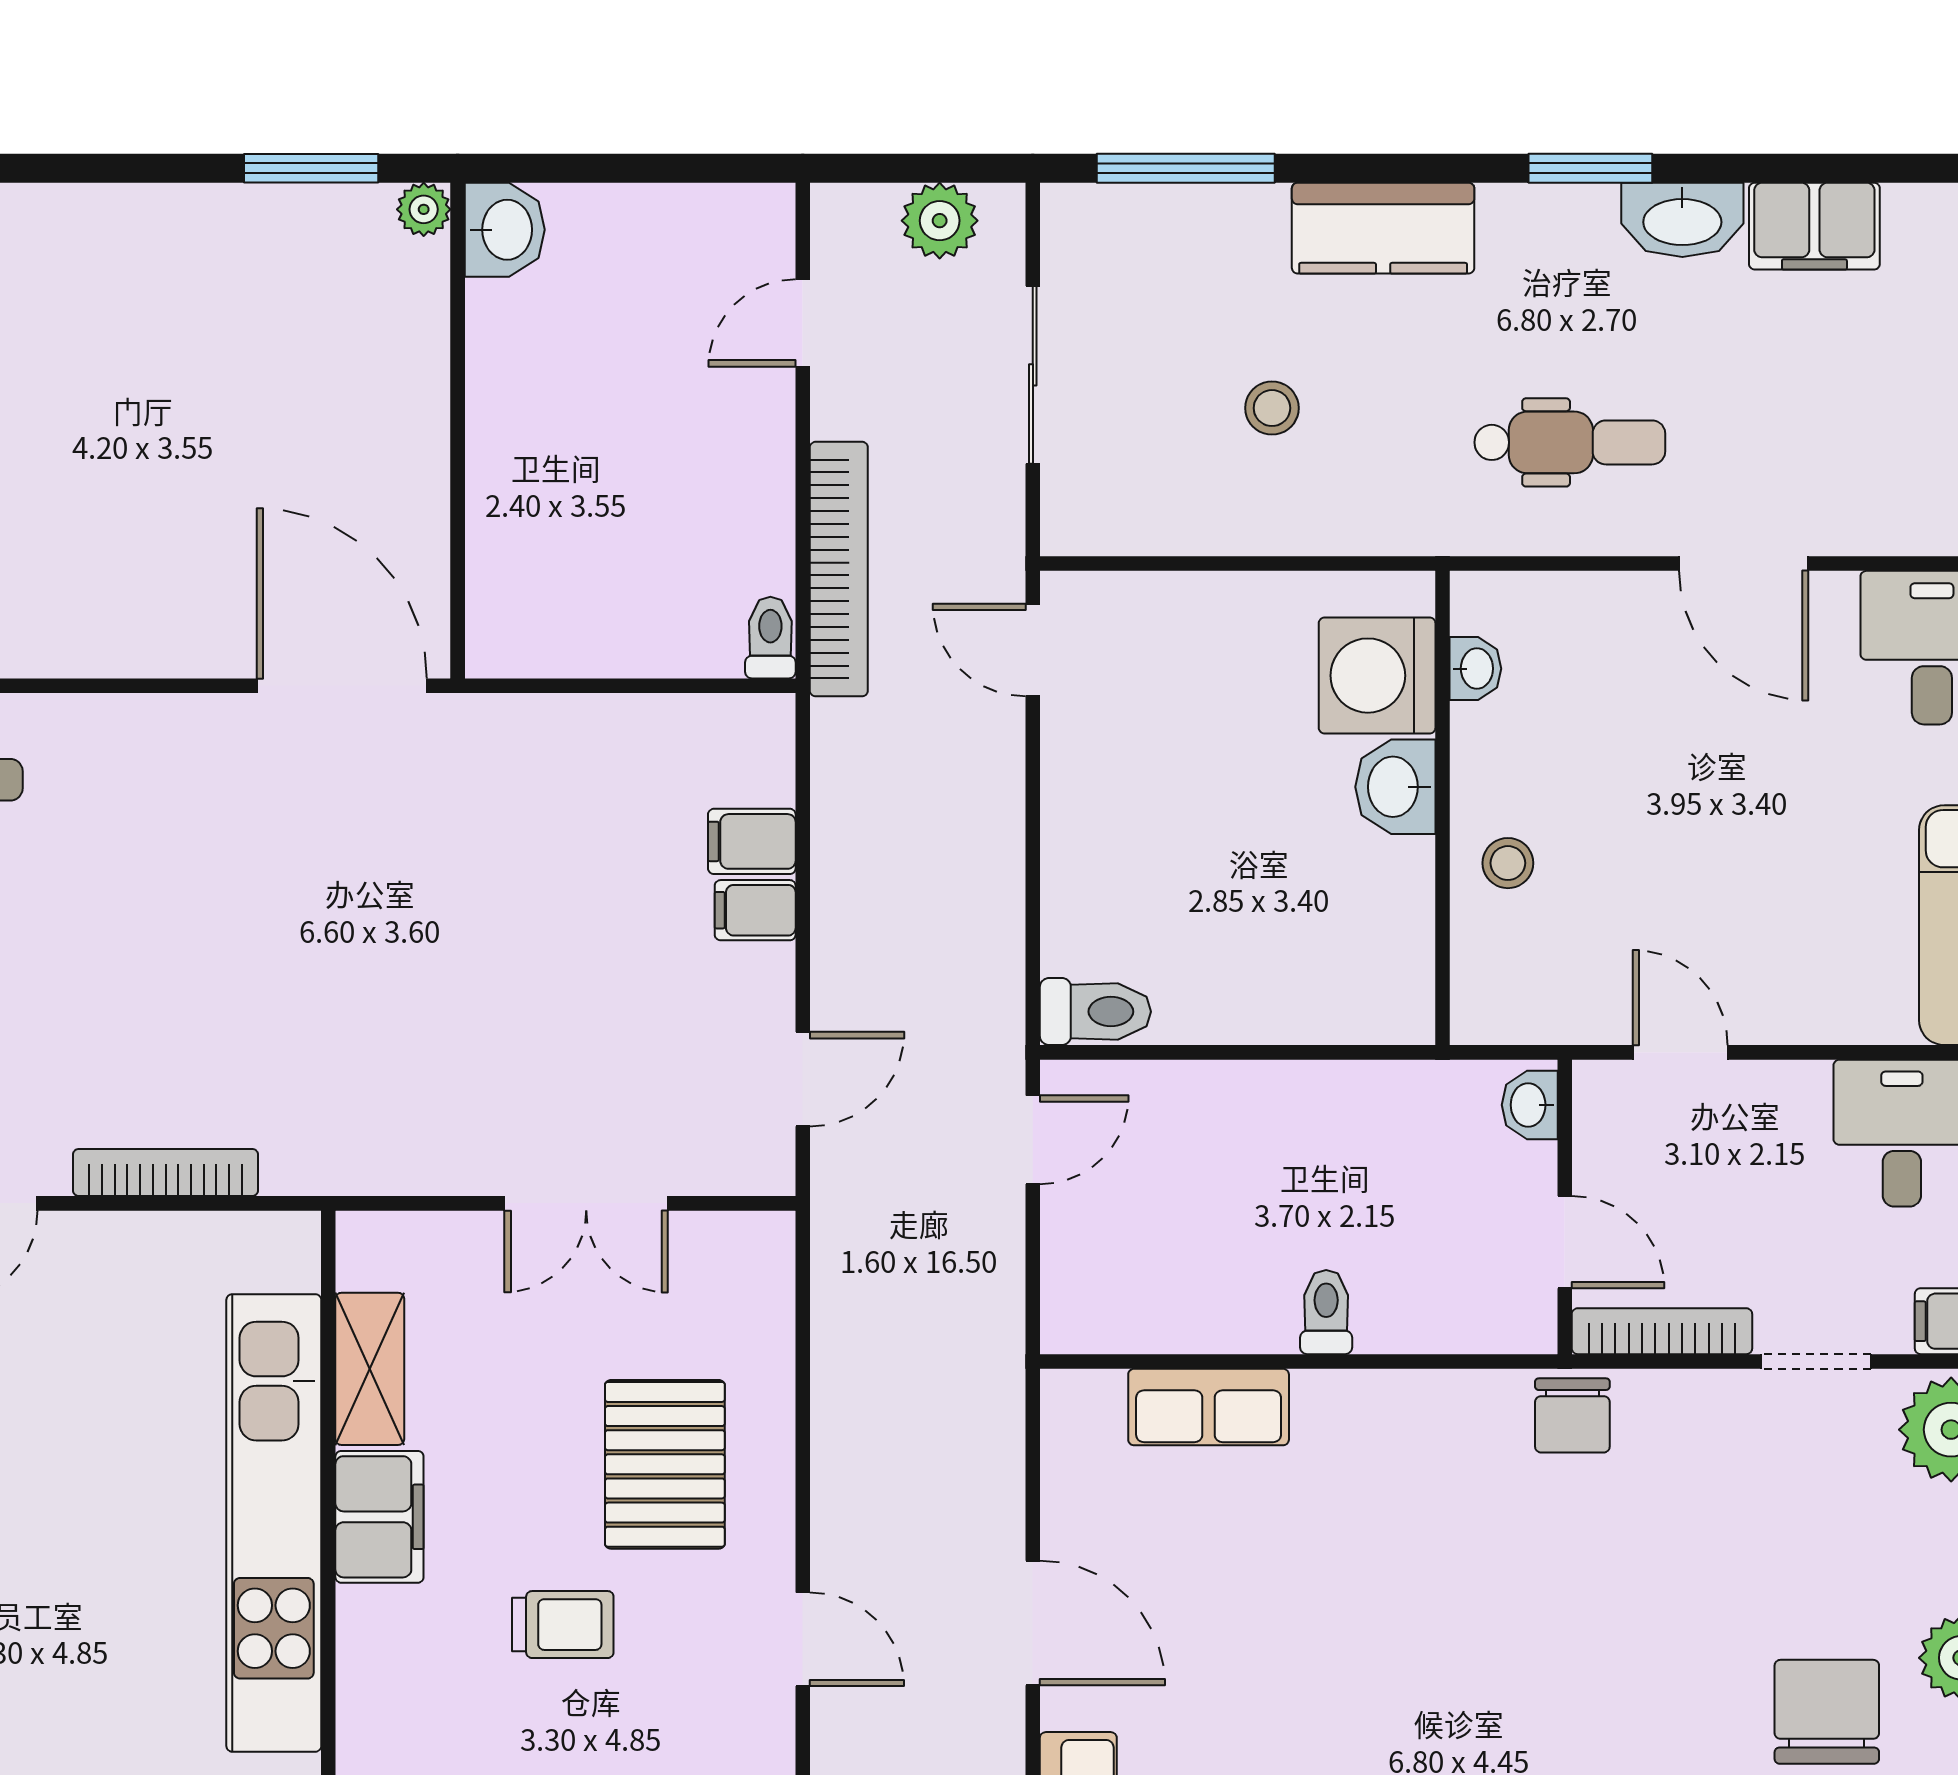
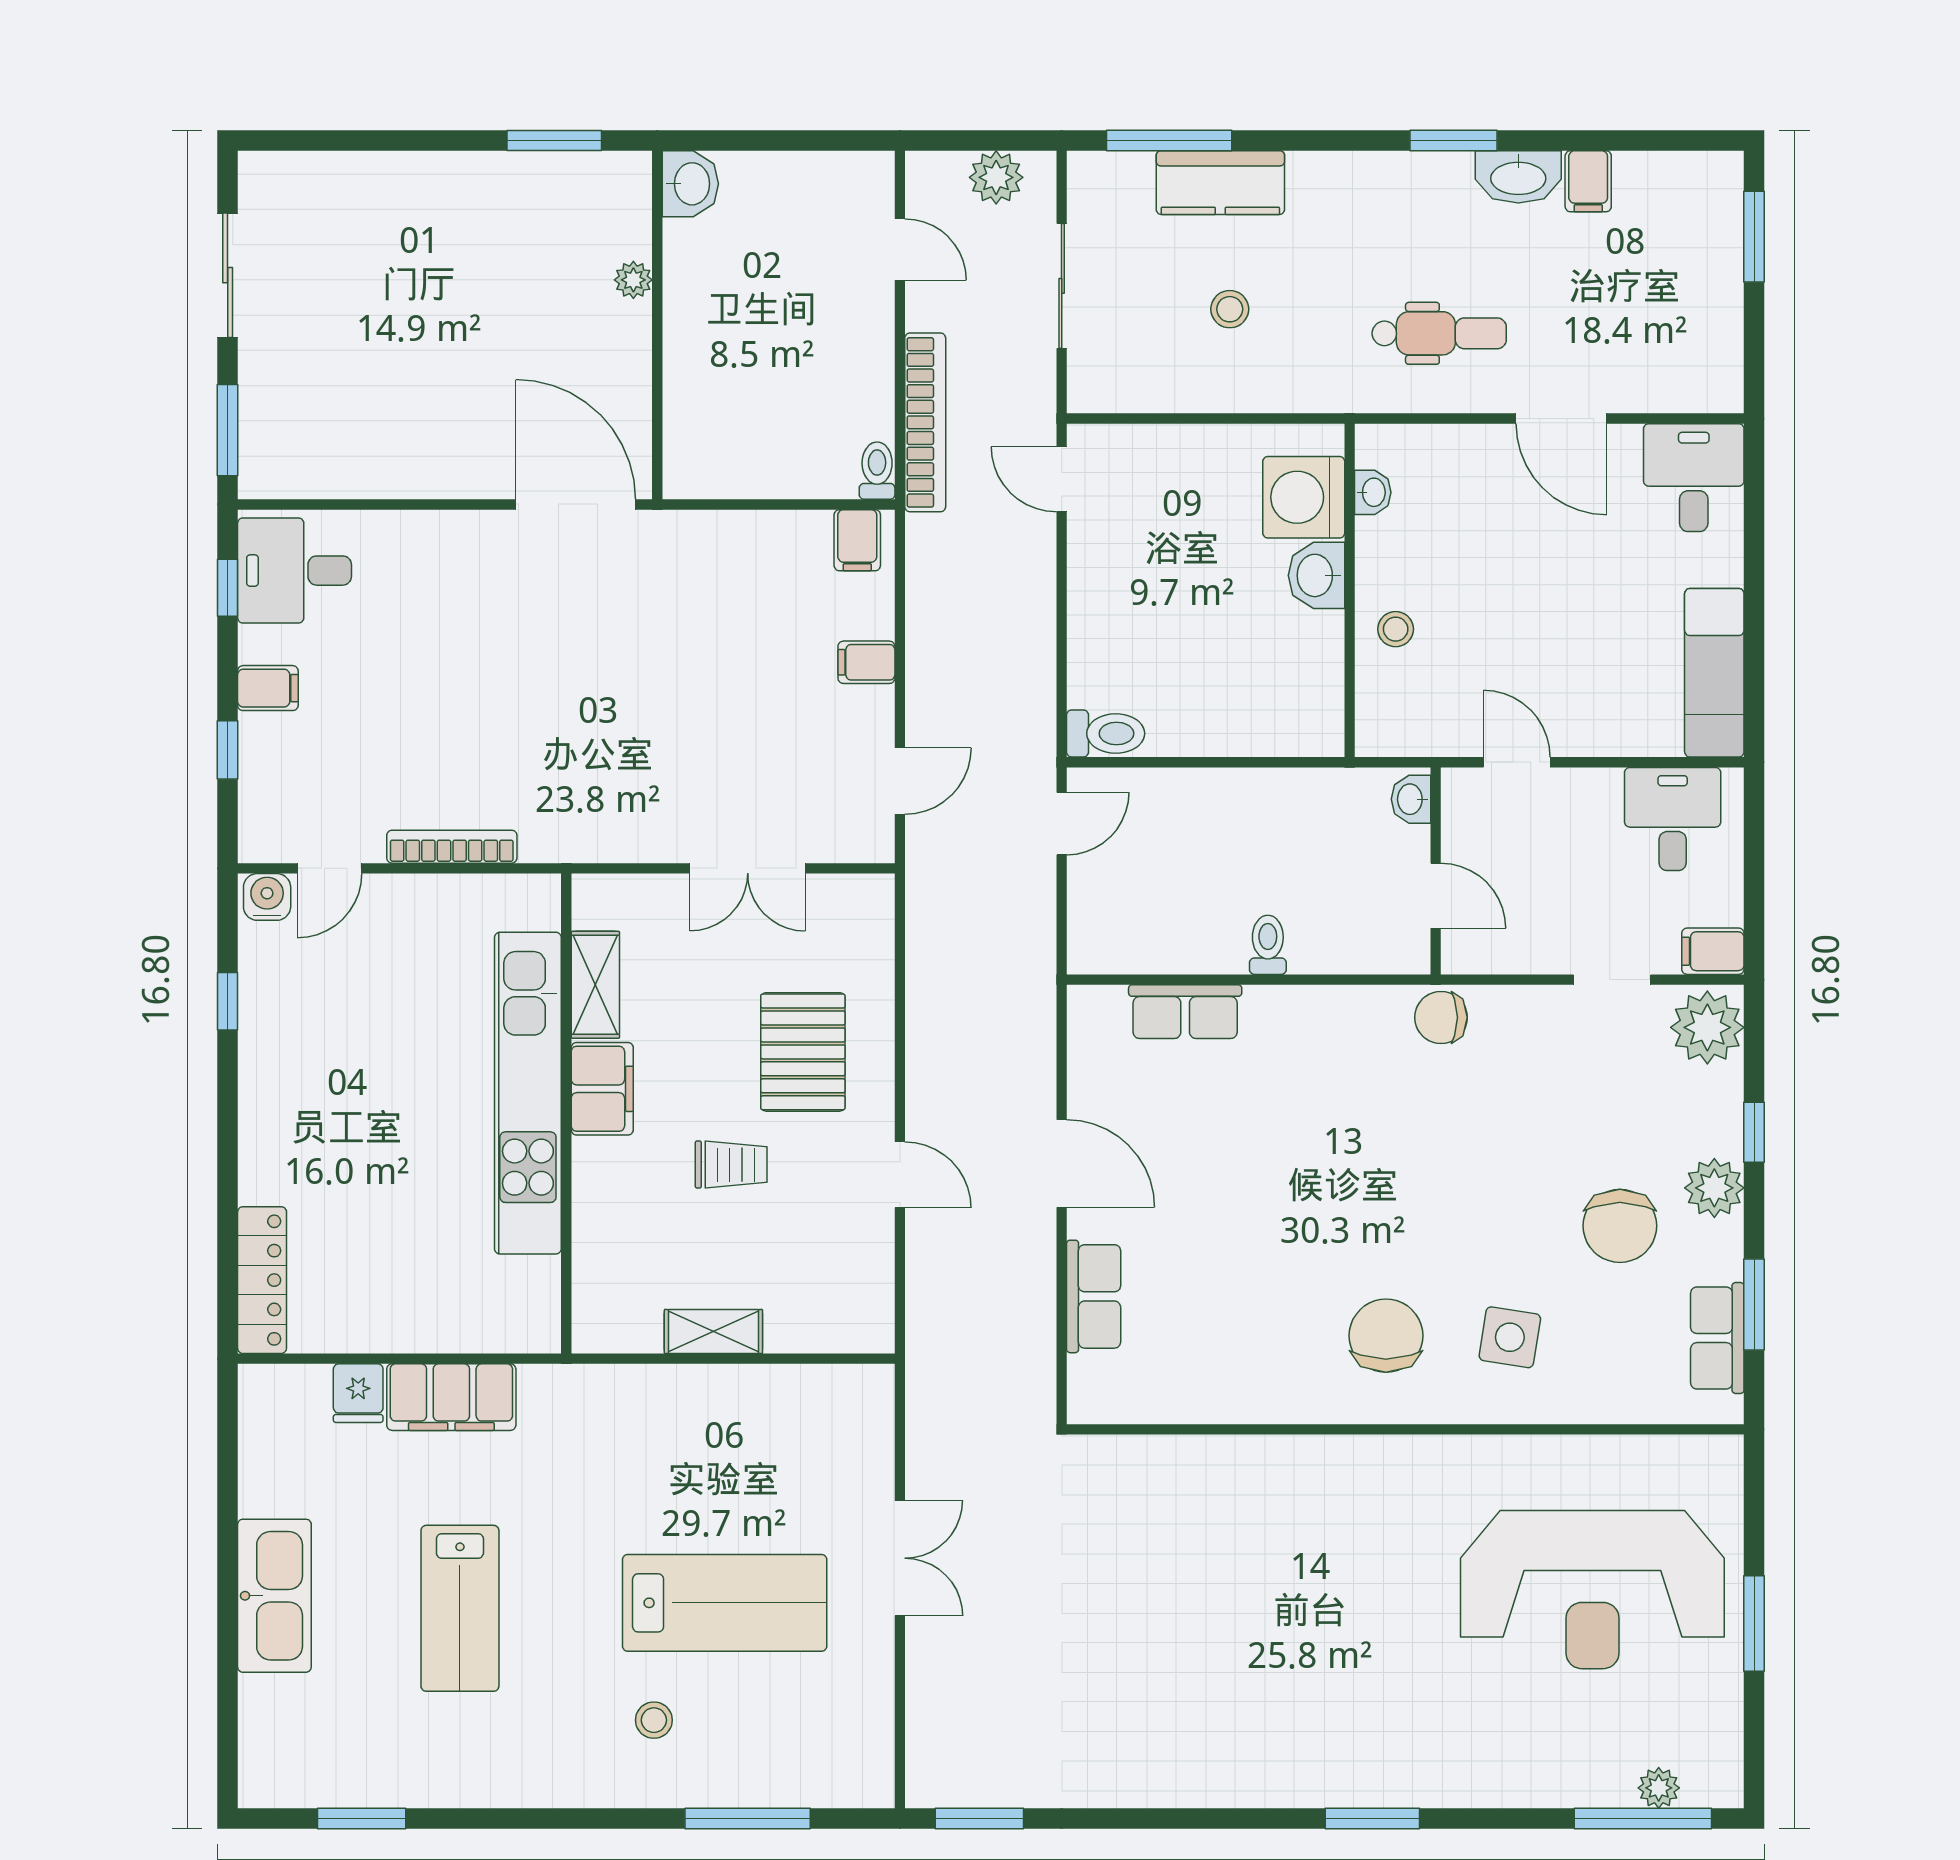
plant: (424, 209) -> (633, 280), moved
filing cabinet: (1814, 226) -> (1588, 181), width x0.50
kitchen counter: (1383, 228) -> (1220, 183), moved
door: (803, 323) -> (900, 249), swing flipped
filing cabinet: (752, 841) -> (857, 540), moved, turned -90
bookcase: (1662, 1331) -> (1504, 958), removed
chair: (1572, 1415) -> (1441, 1017), turned 90
chair: (1827, 1712) -> (1620, 1226), turned 180

